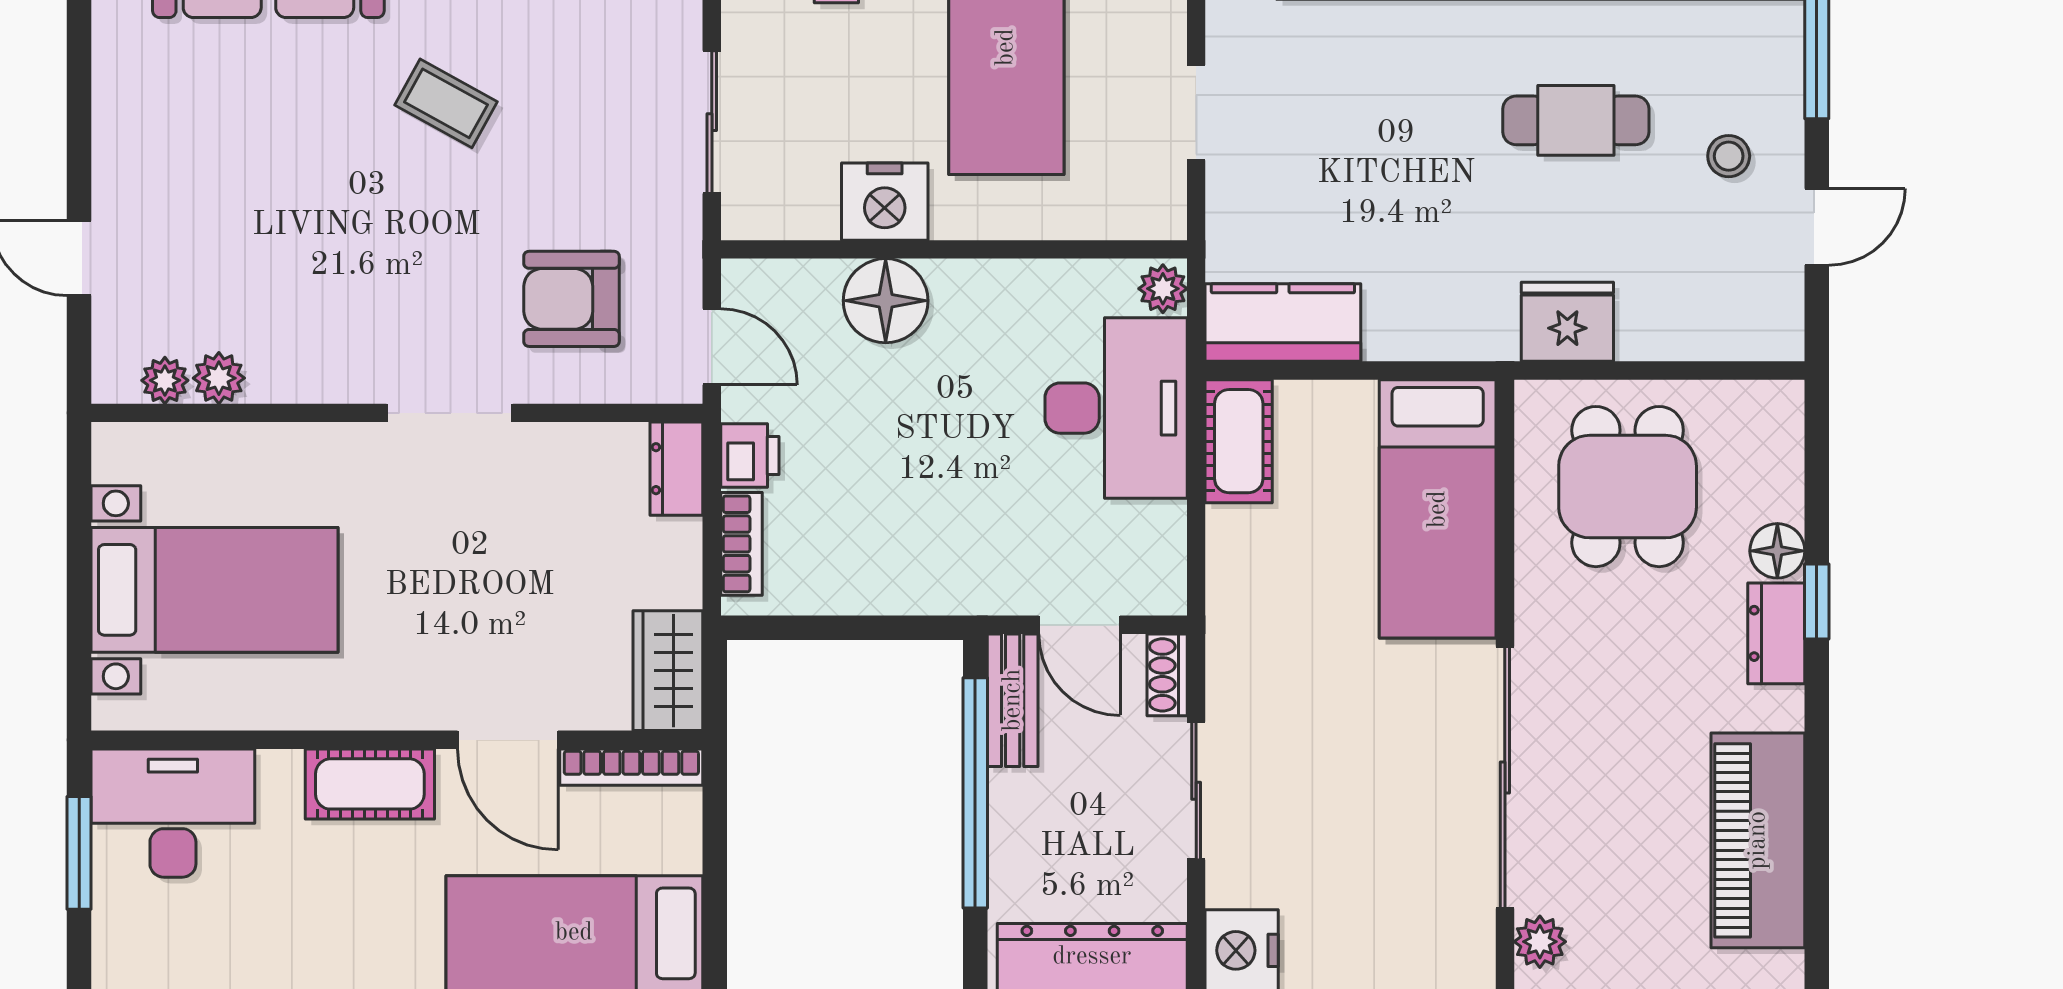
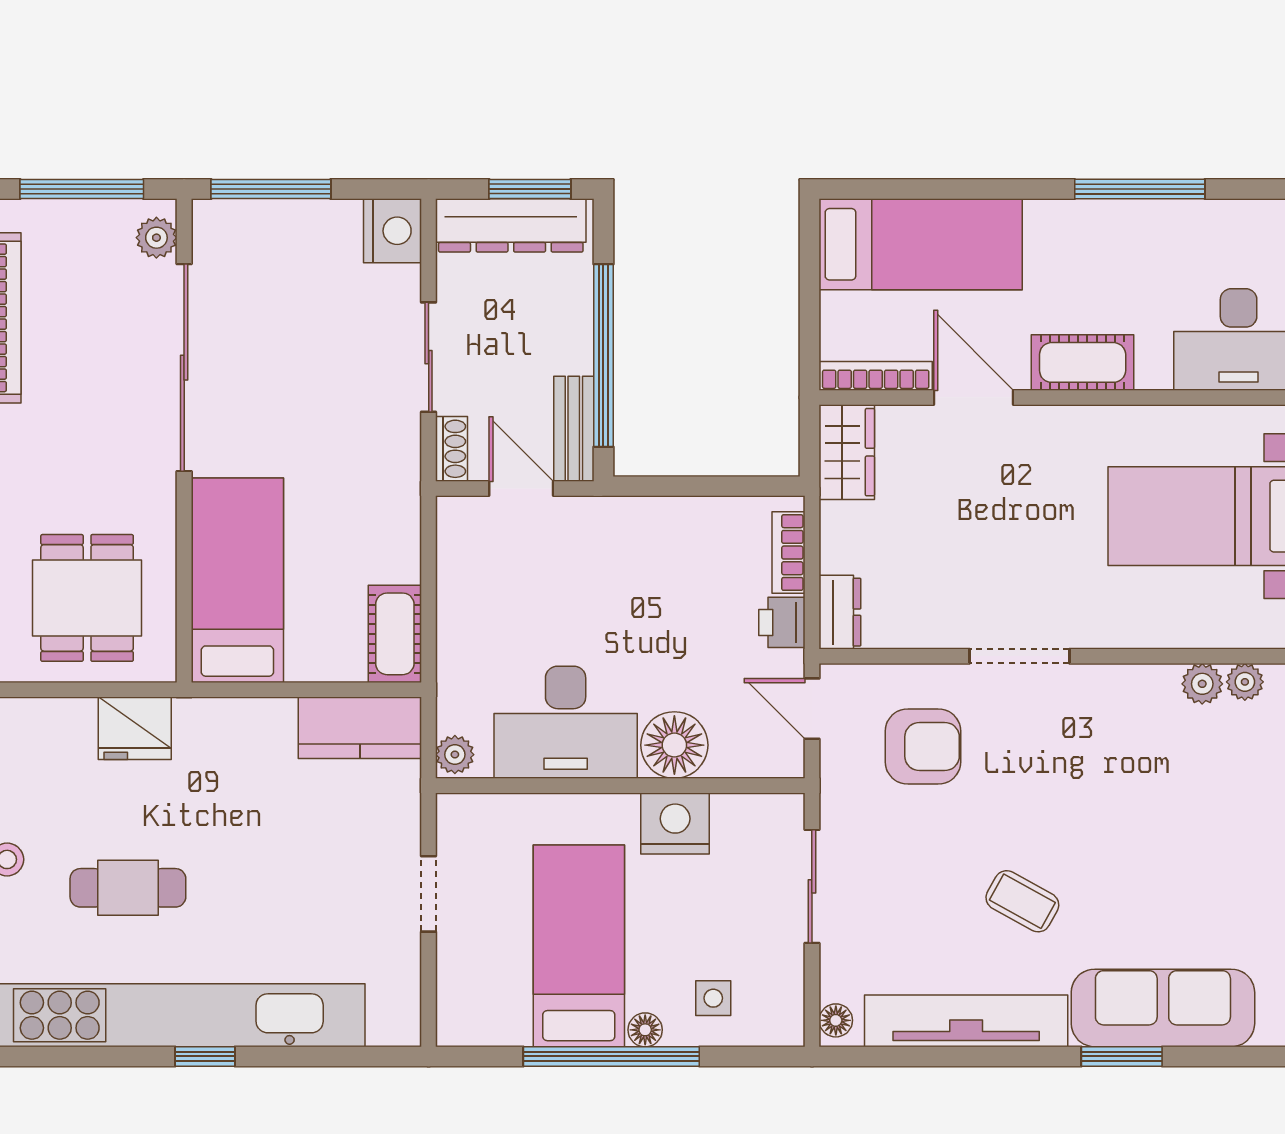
desk: (1116, 408) -> (566, 722), moved, turned -90

